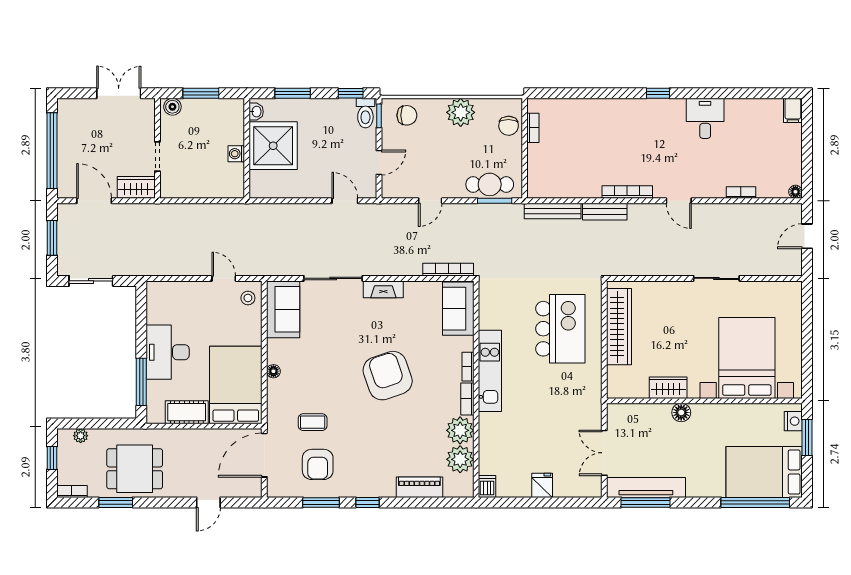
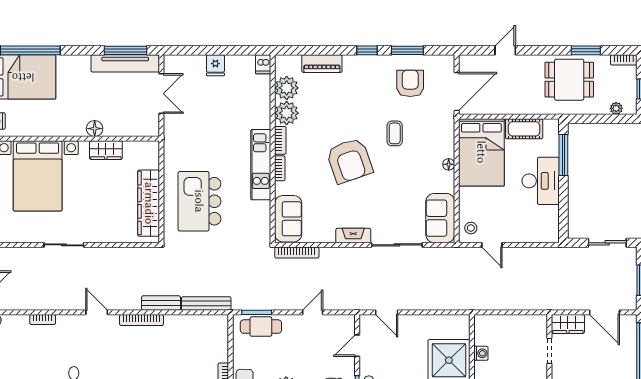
coffee table: (313, 422) -> (395, 133), moved, turned 90

